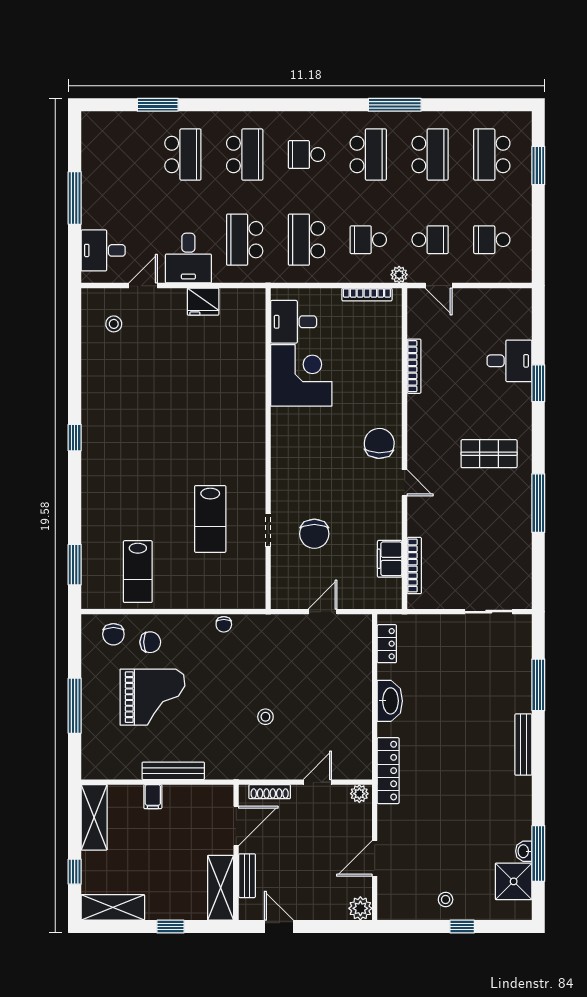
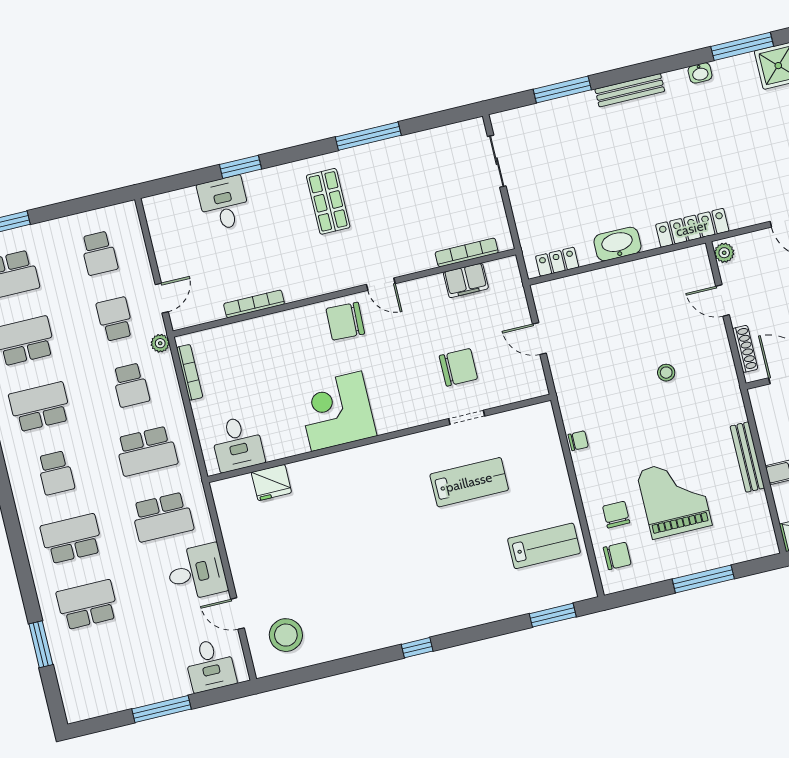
fridge: (203, 302) -> (271, 483), moved, turned 90
stool: (114, 324) -> (286, 635), width x1.89, depth x1.89
corner desk: (301, 375) -> (337, 411), moved
door: (405, 483) -> (381, 284), swing flipped
washbasin: (524, 851) -> (700, 73), moved

